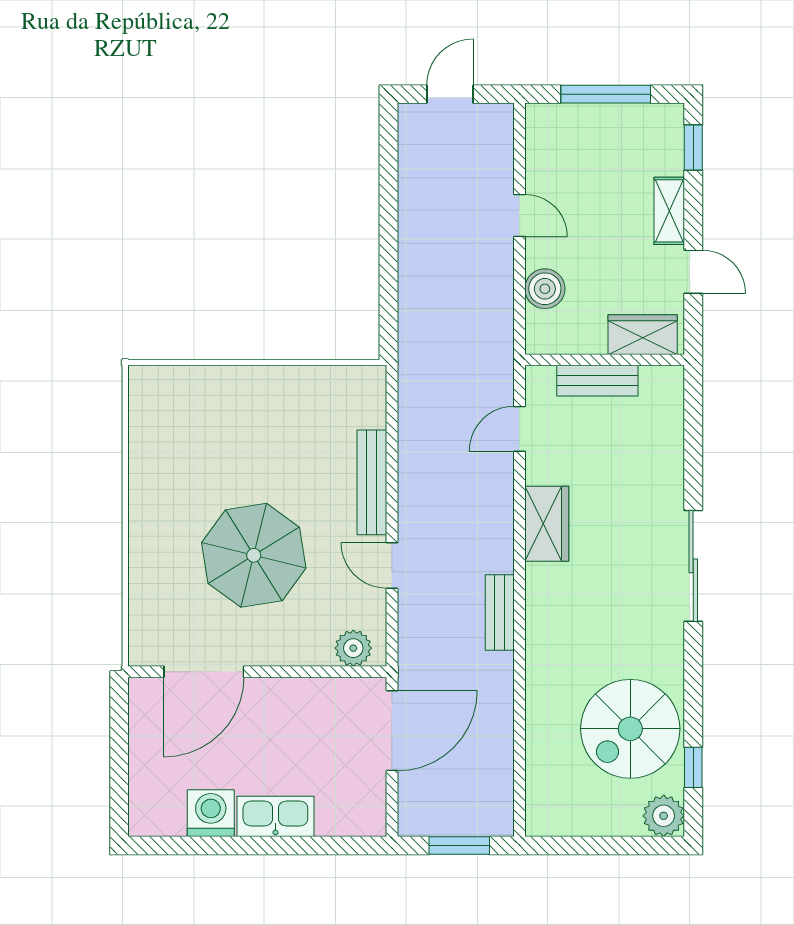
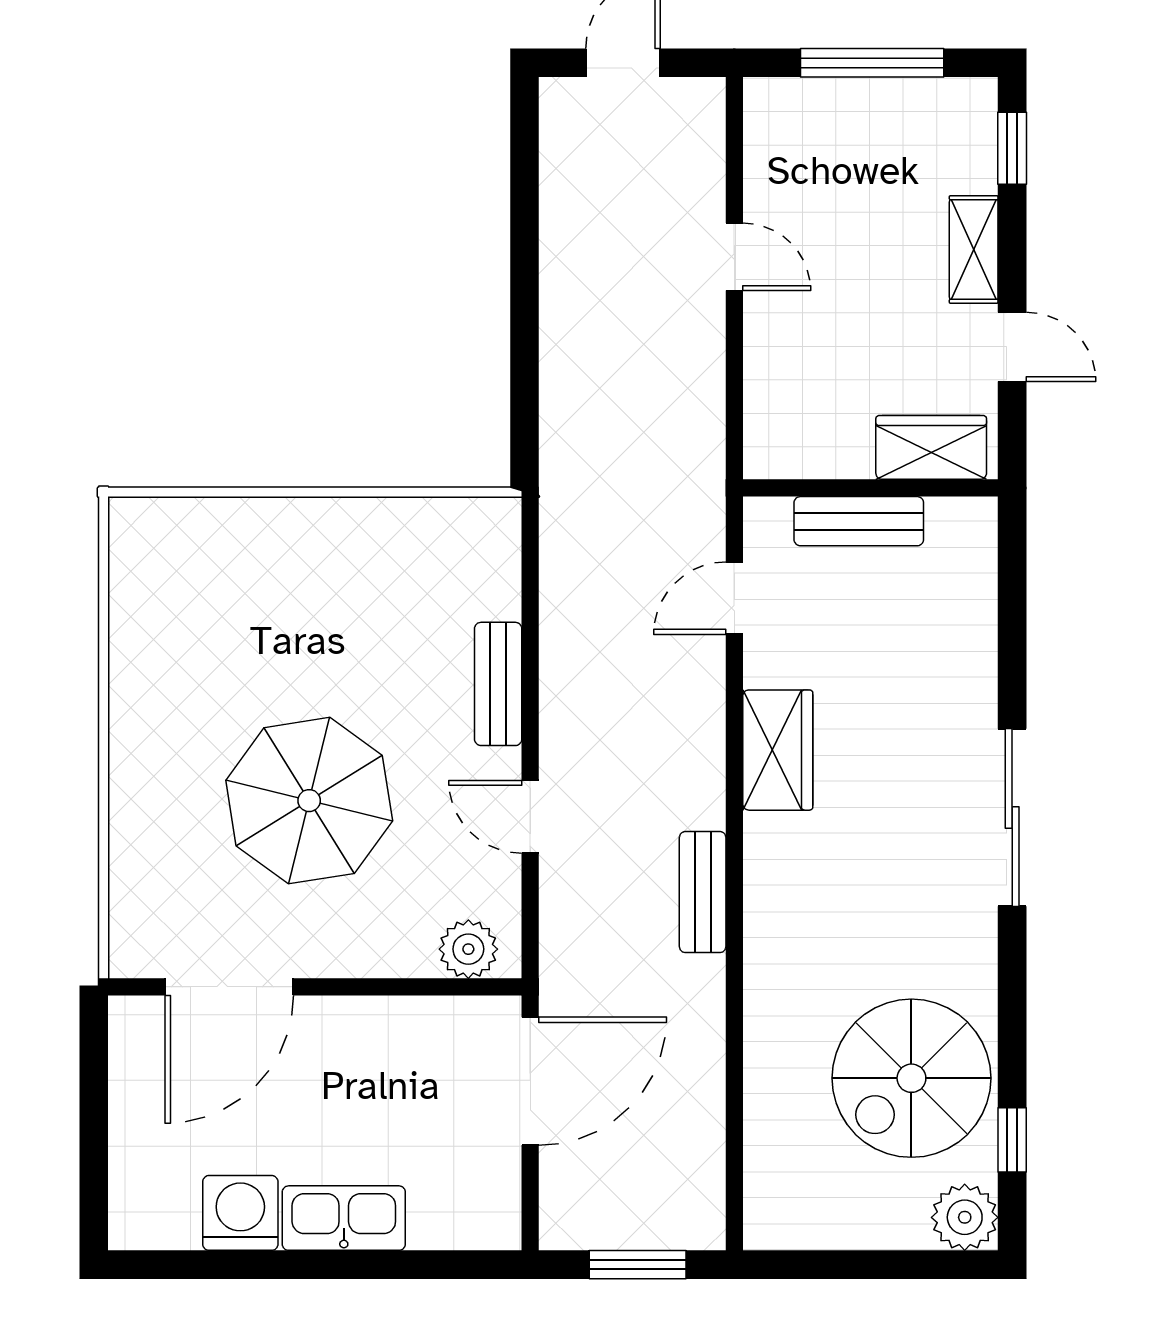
boiler: (545, 289) -> (775, 374), removed
bench: (372, 482) -> (498, 684), width x0.73

